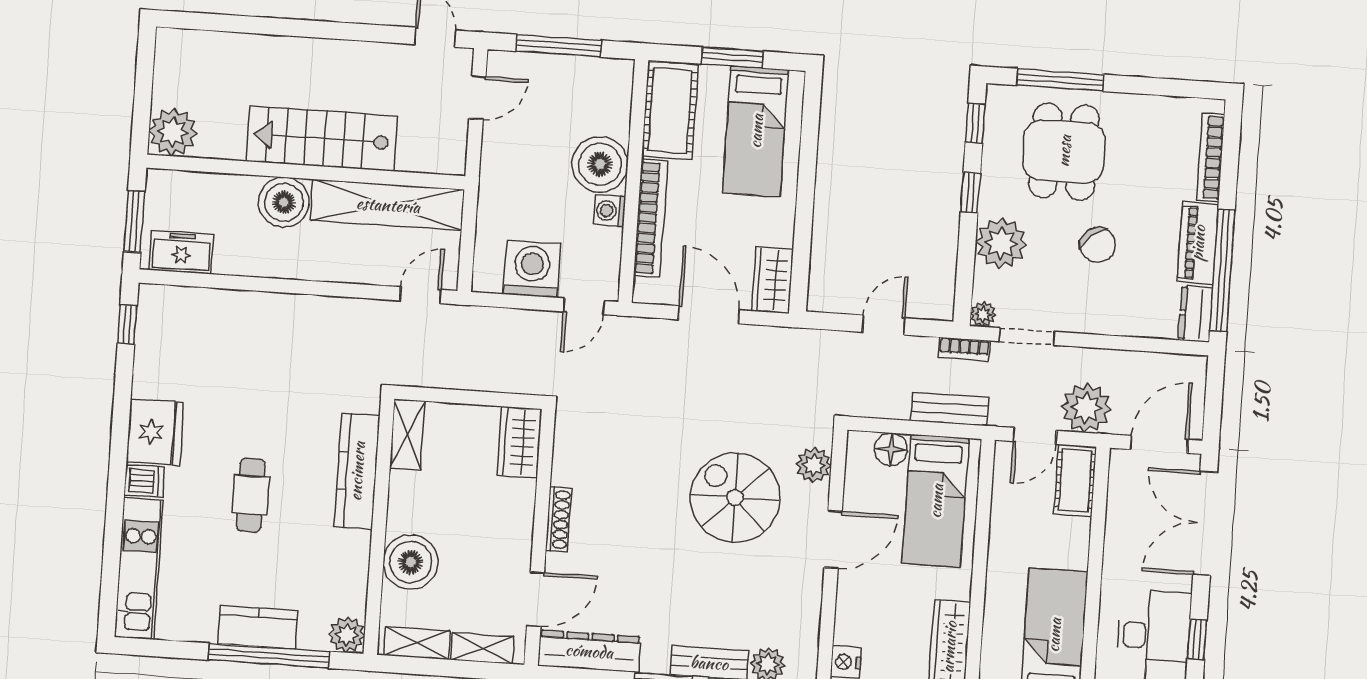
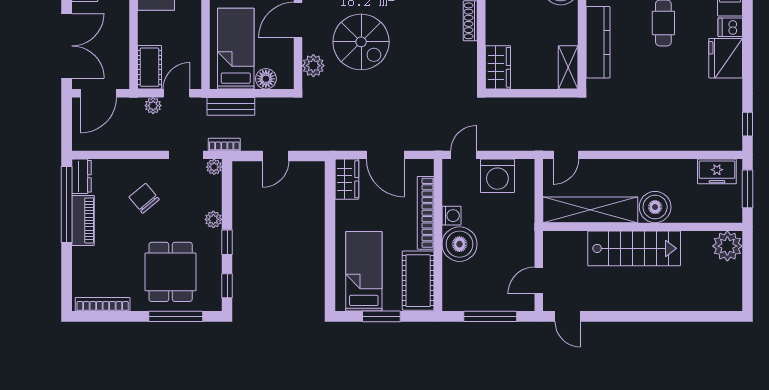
bookcase: (1211, 158) -> (103, 304), moved, turned -90
plant: (1001, 243) -> (213, 219), width x0.53, depth x0.53
chair: (1098, 245) -> (144, 198), moved
plant: (1086, 408) -> (153, 106), width x0.53, depth x0.53

